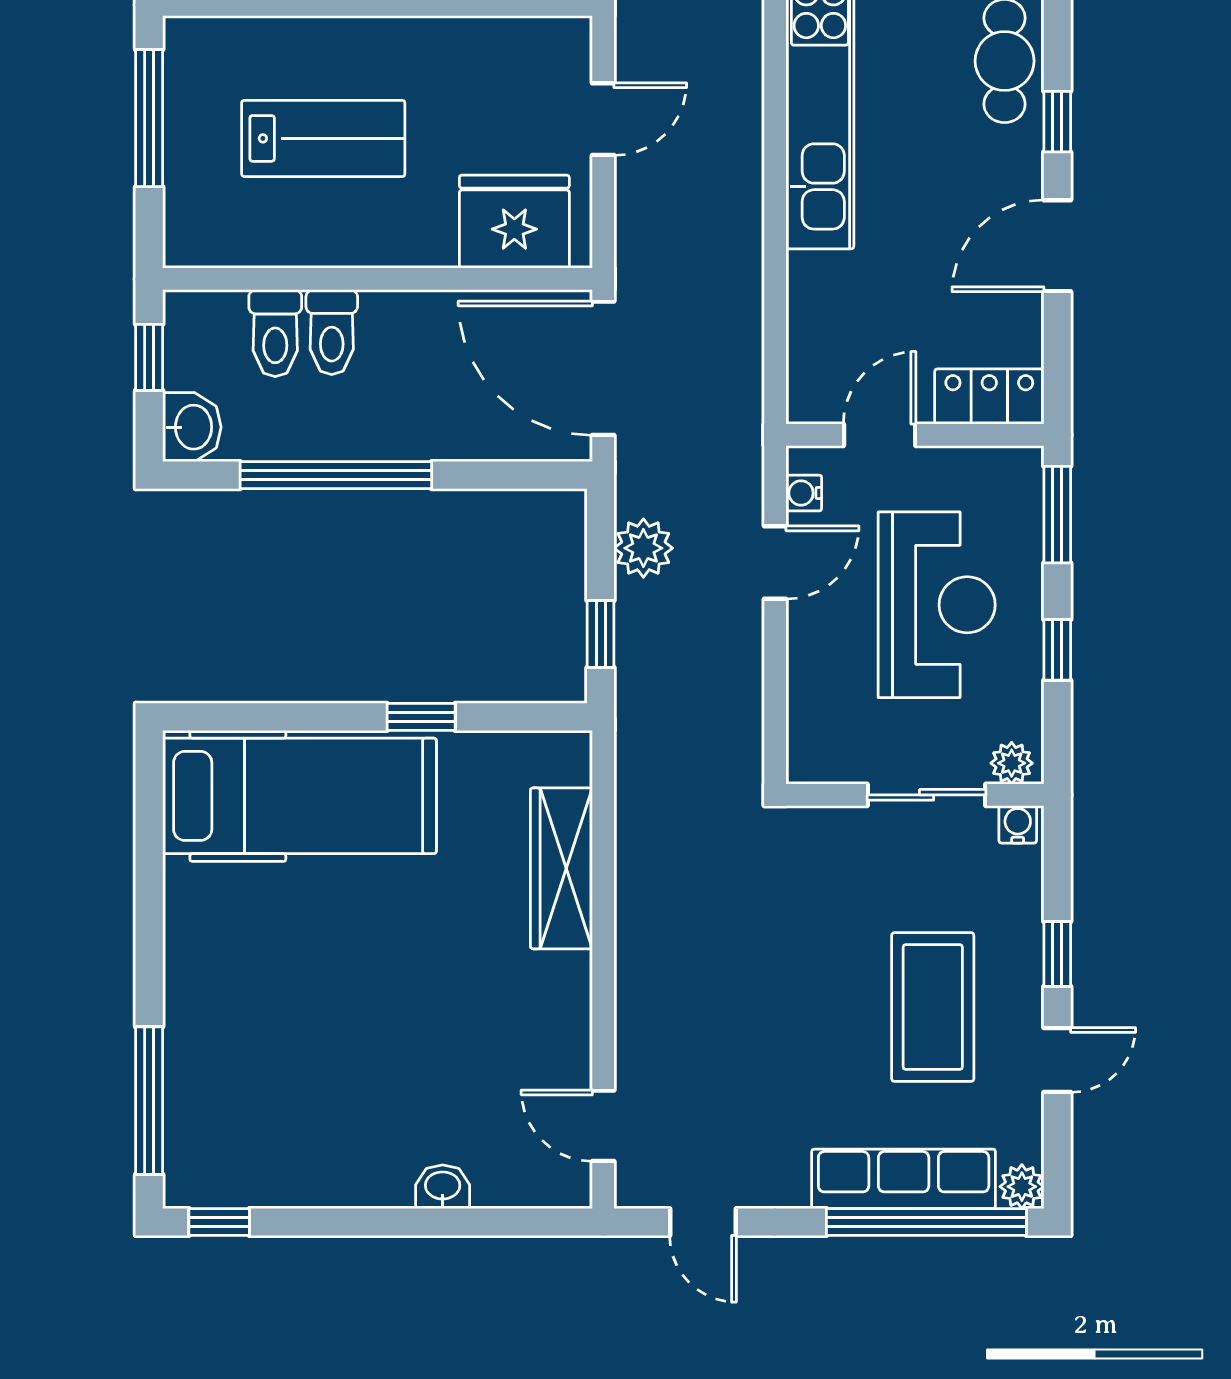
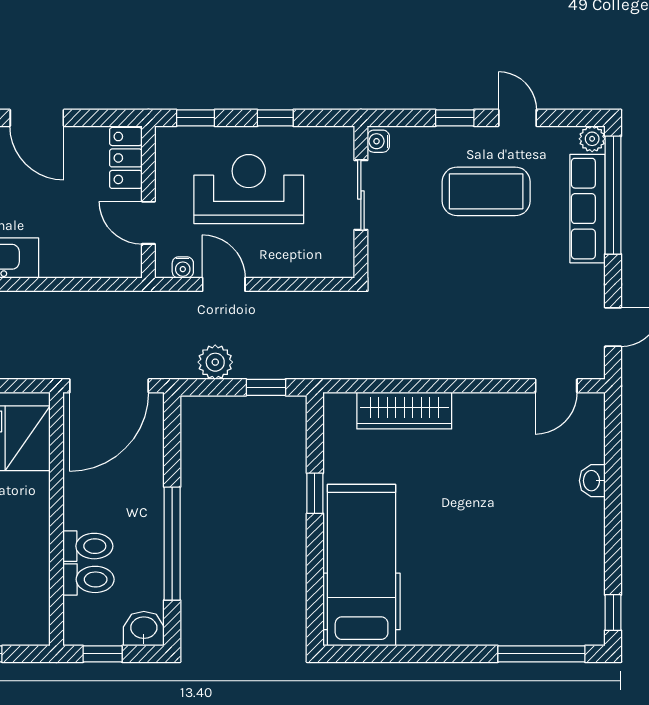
window: (1057, 515) -> (196, 118), width x0.67
plant: (1012, 763) -> (342, 145), removed

